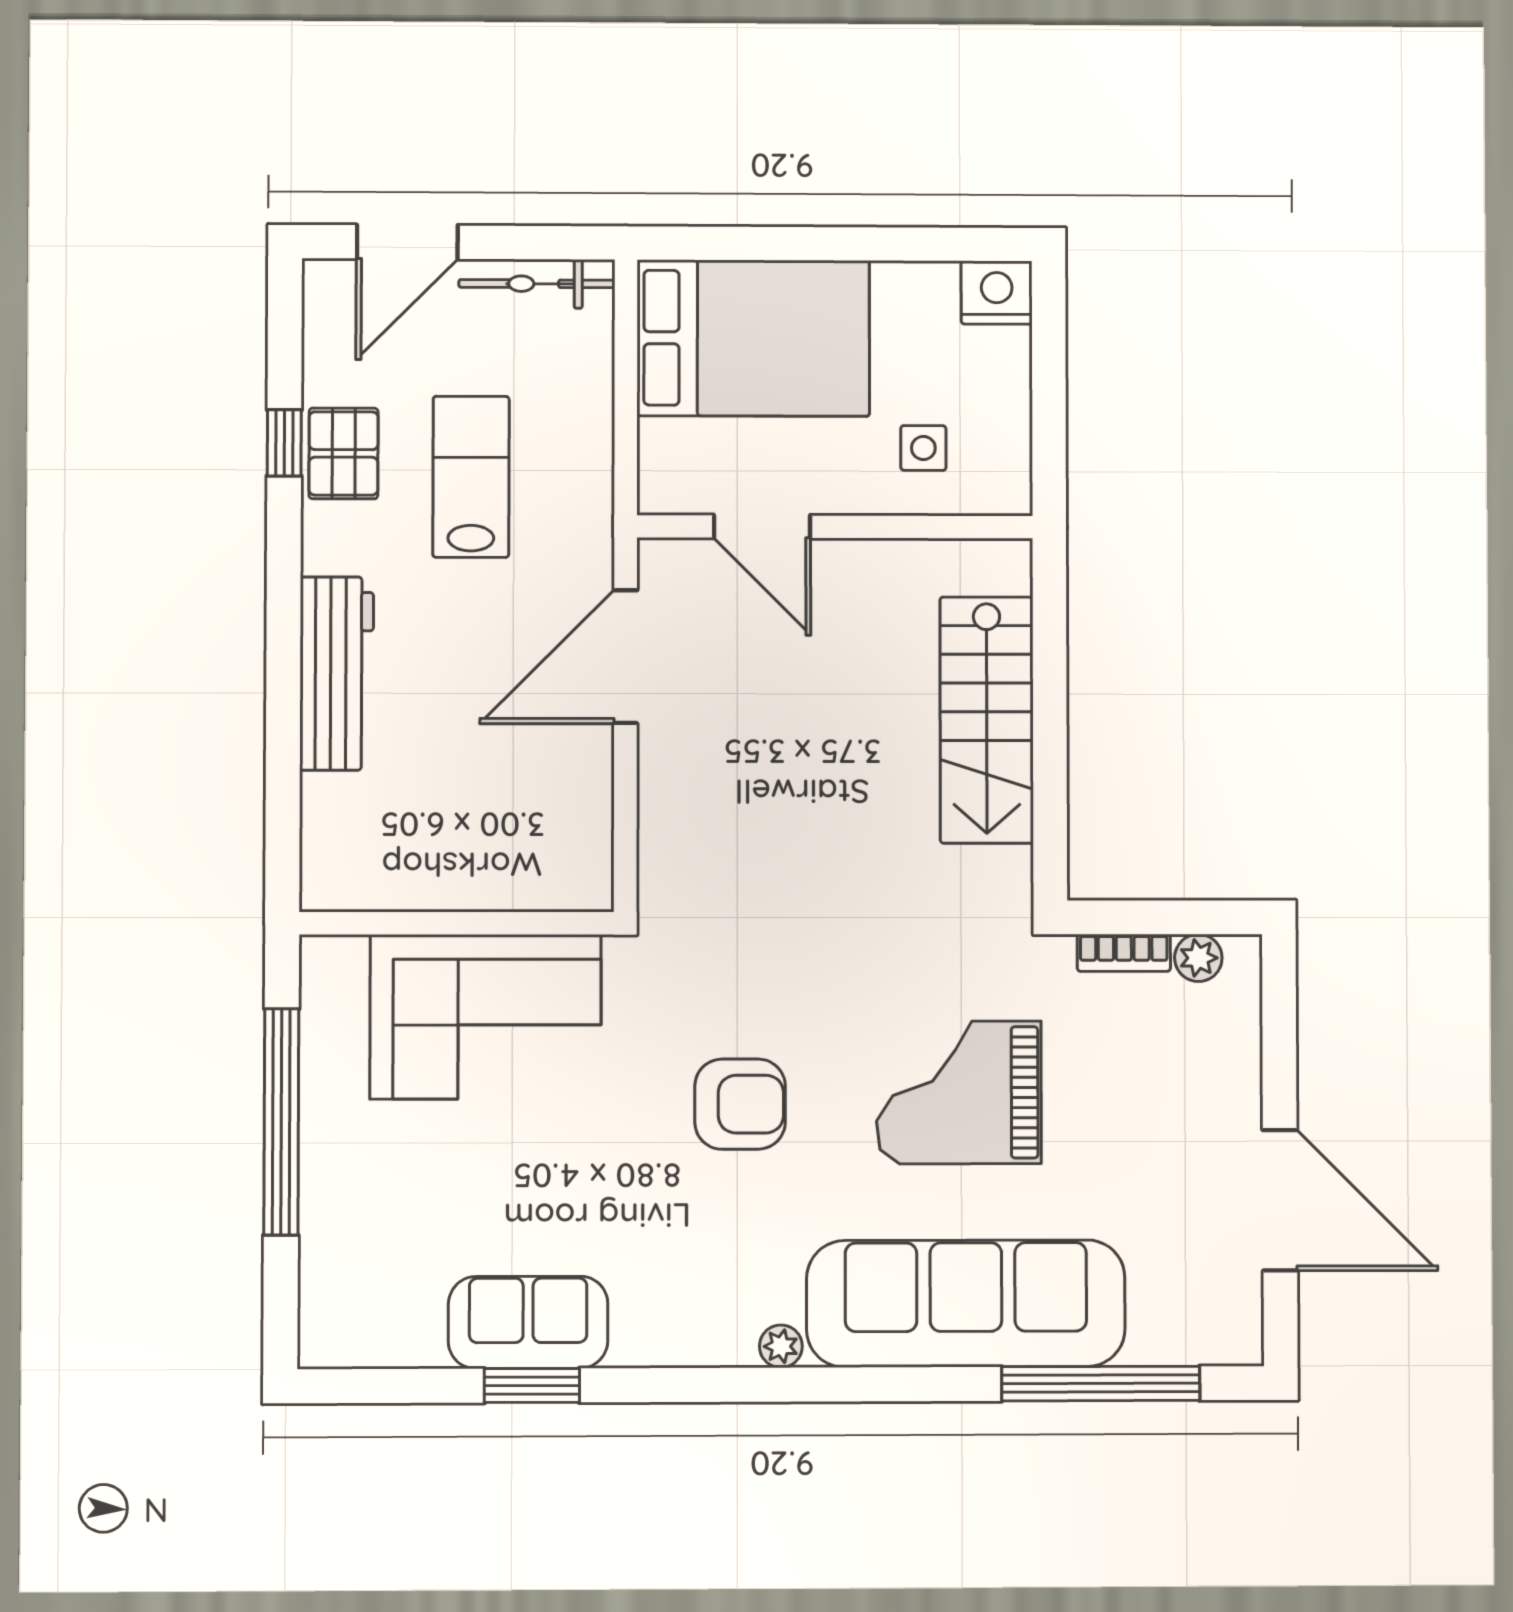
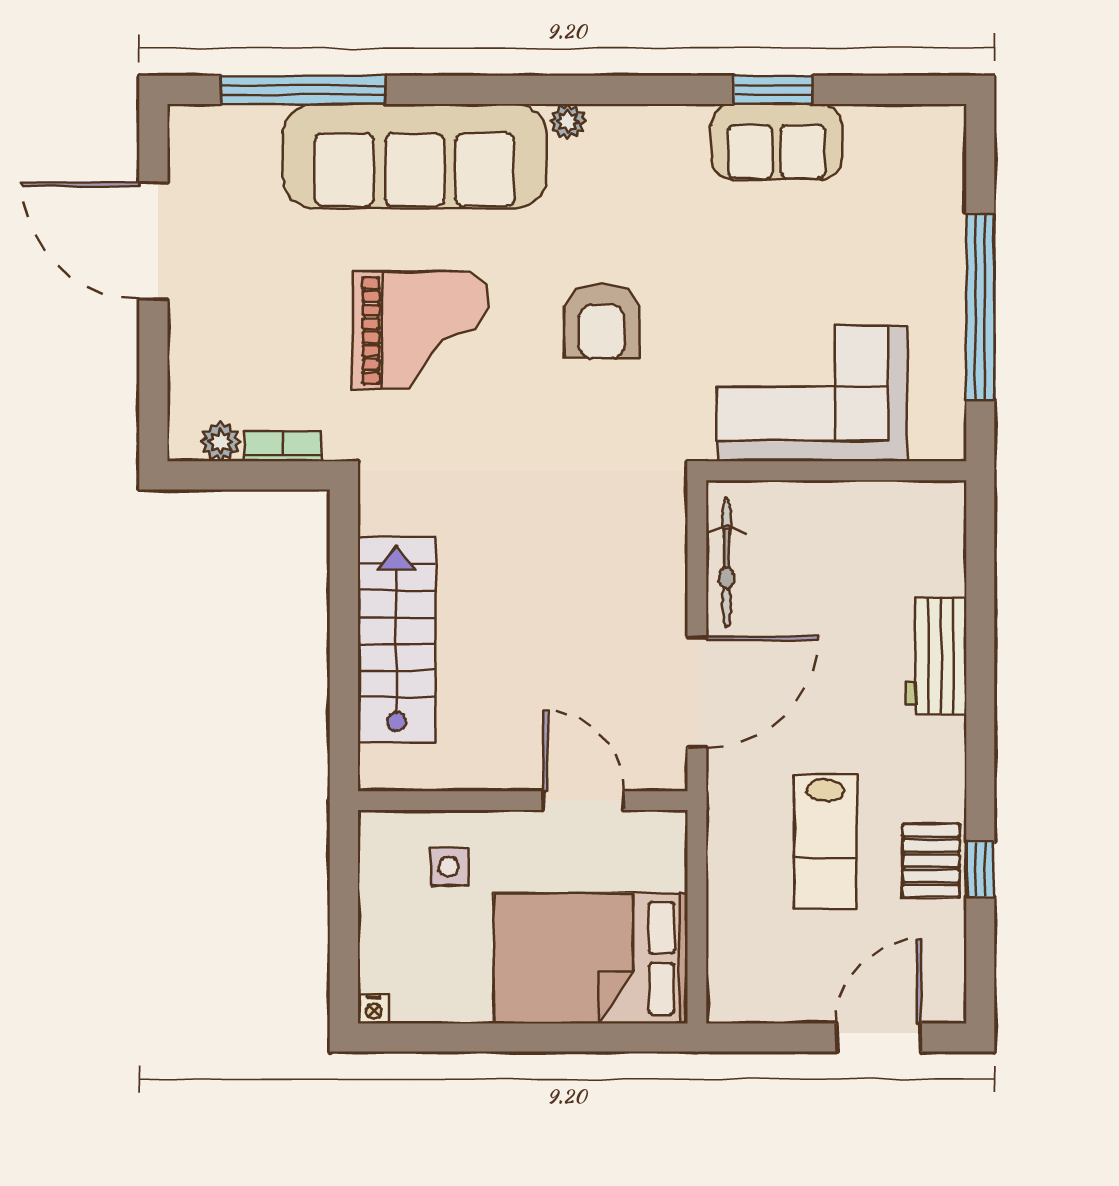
bicycle: (537, 284) -> (727, 562), moved, turned 90
nightstand: (997, 293) -> (373, 1009), width x0.53, depth x0.56
workbench: (337, 673) -> (936, 656), width x0.73
armchair: (740, 1104) -> (602, 321), turned -90

